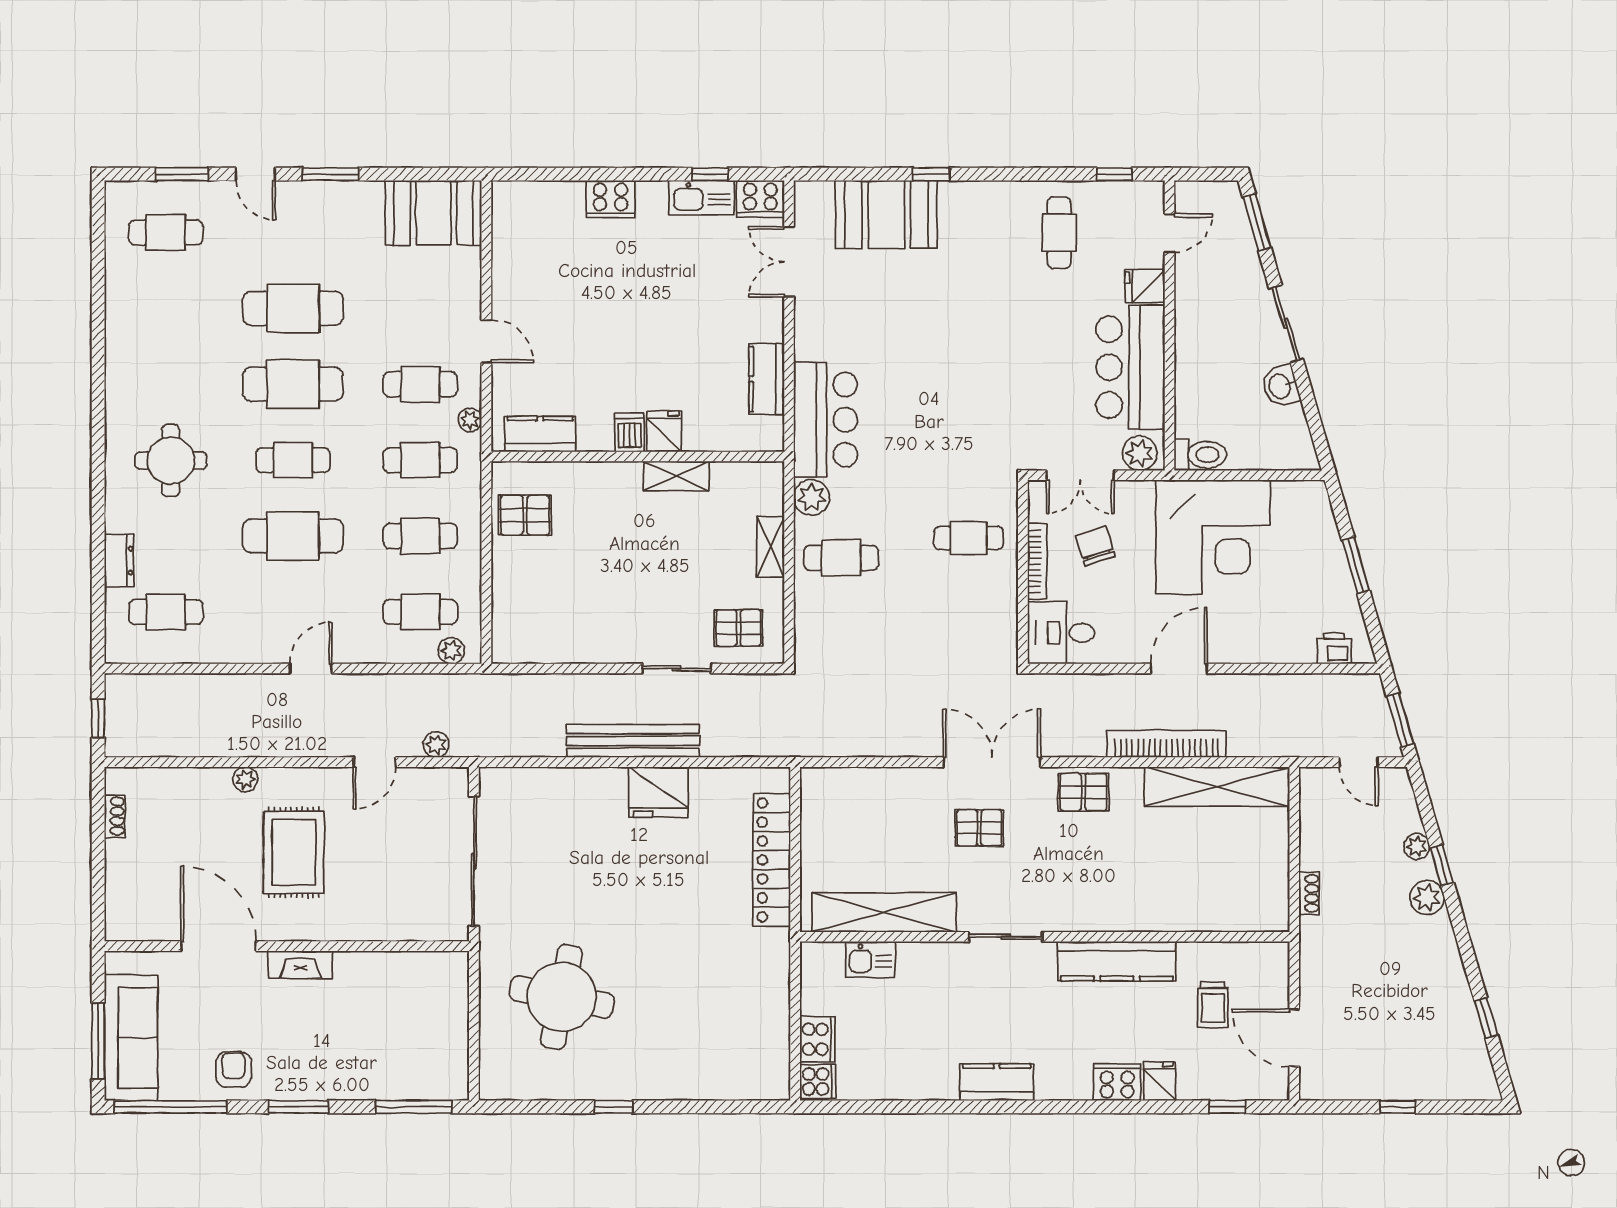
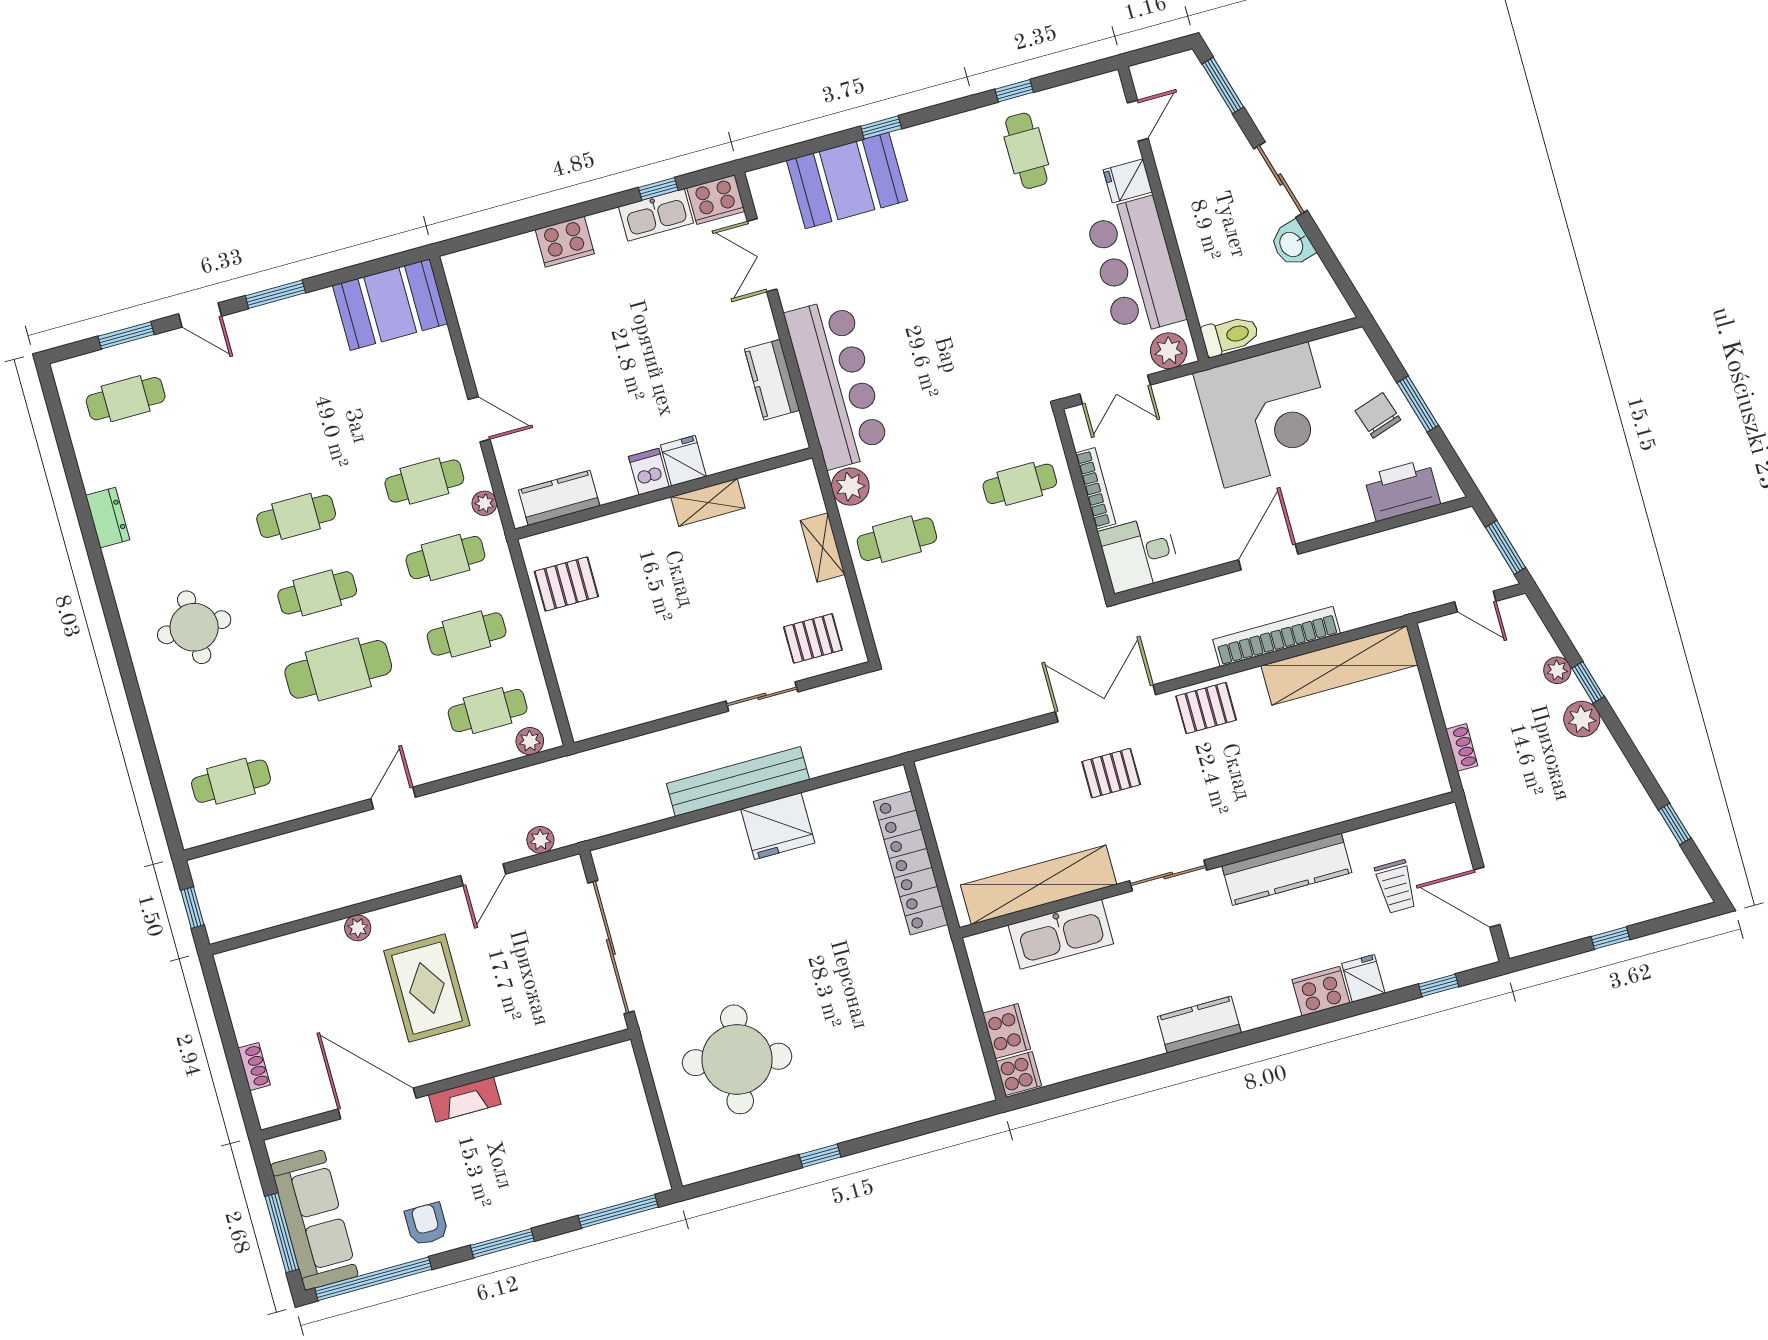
window: (1114, 174) -> (1014, 91), moved
cafe table: (293, 308) -> (275, 440), removed
cafe table: (293, 384) -> (296, 516), width x0.73, depth x0.74
bar counter: (826, 420) -> (837, 383), width x1.36
chair: (1095, 546) -> (1378, 415), moved
dresser: (119, 561) -> (108, 518), moved
printer: (1334, 648) -> (1402, 490), width x1.87, depth x1.48
shoe rack: (115, 816) -> (254, 1067), moved
kitchen sink: (870, 959) -> (1061, 934), width x1.87, depth x1.24

